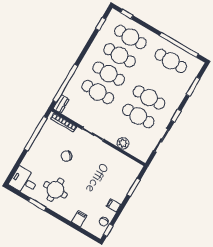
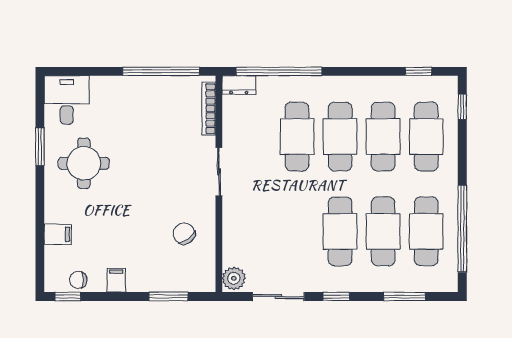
cafe table: (138, 116) -> (383, 231), moved
plant: (123, 143) -> (234, 278), moved
chair: (67, 156) -> (184, 234), moved

